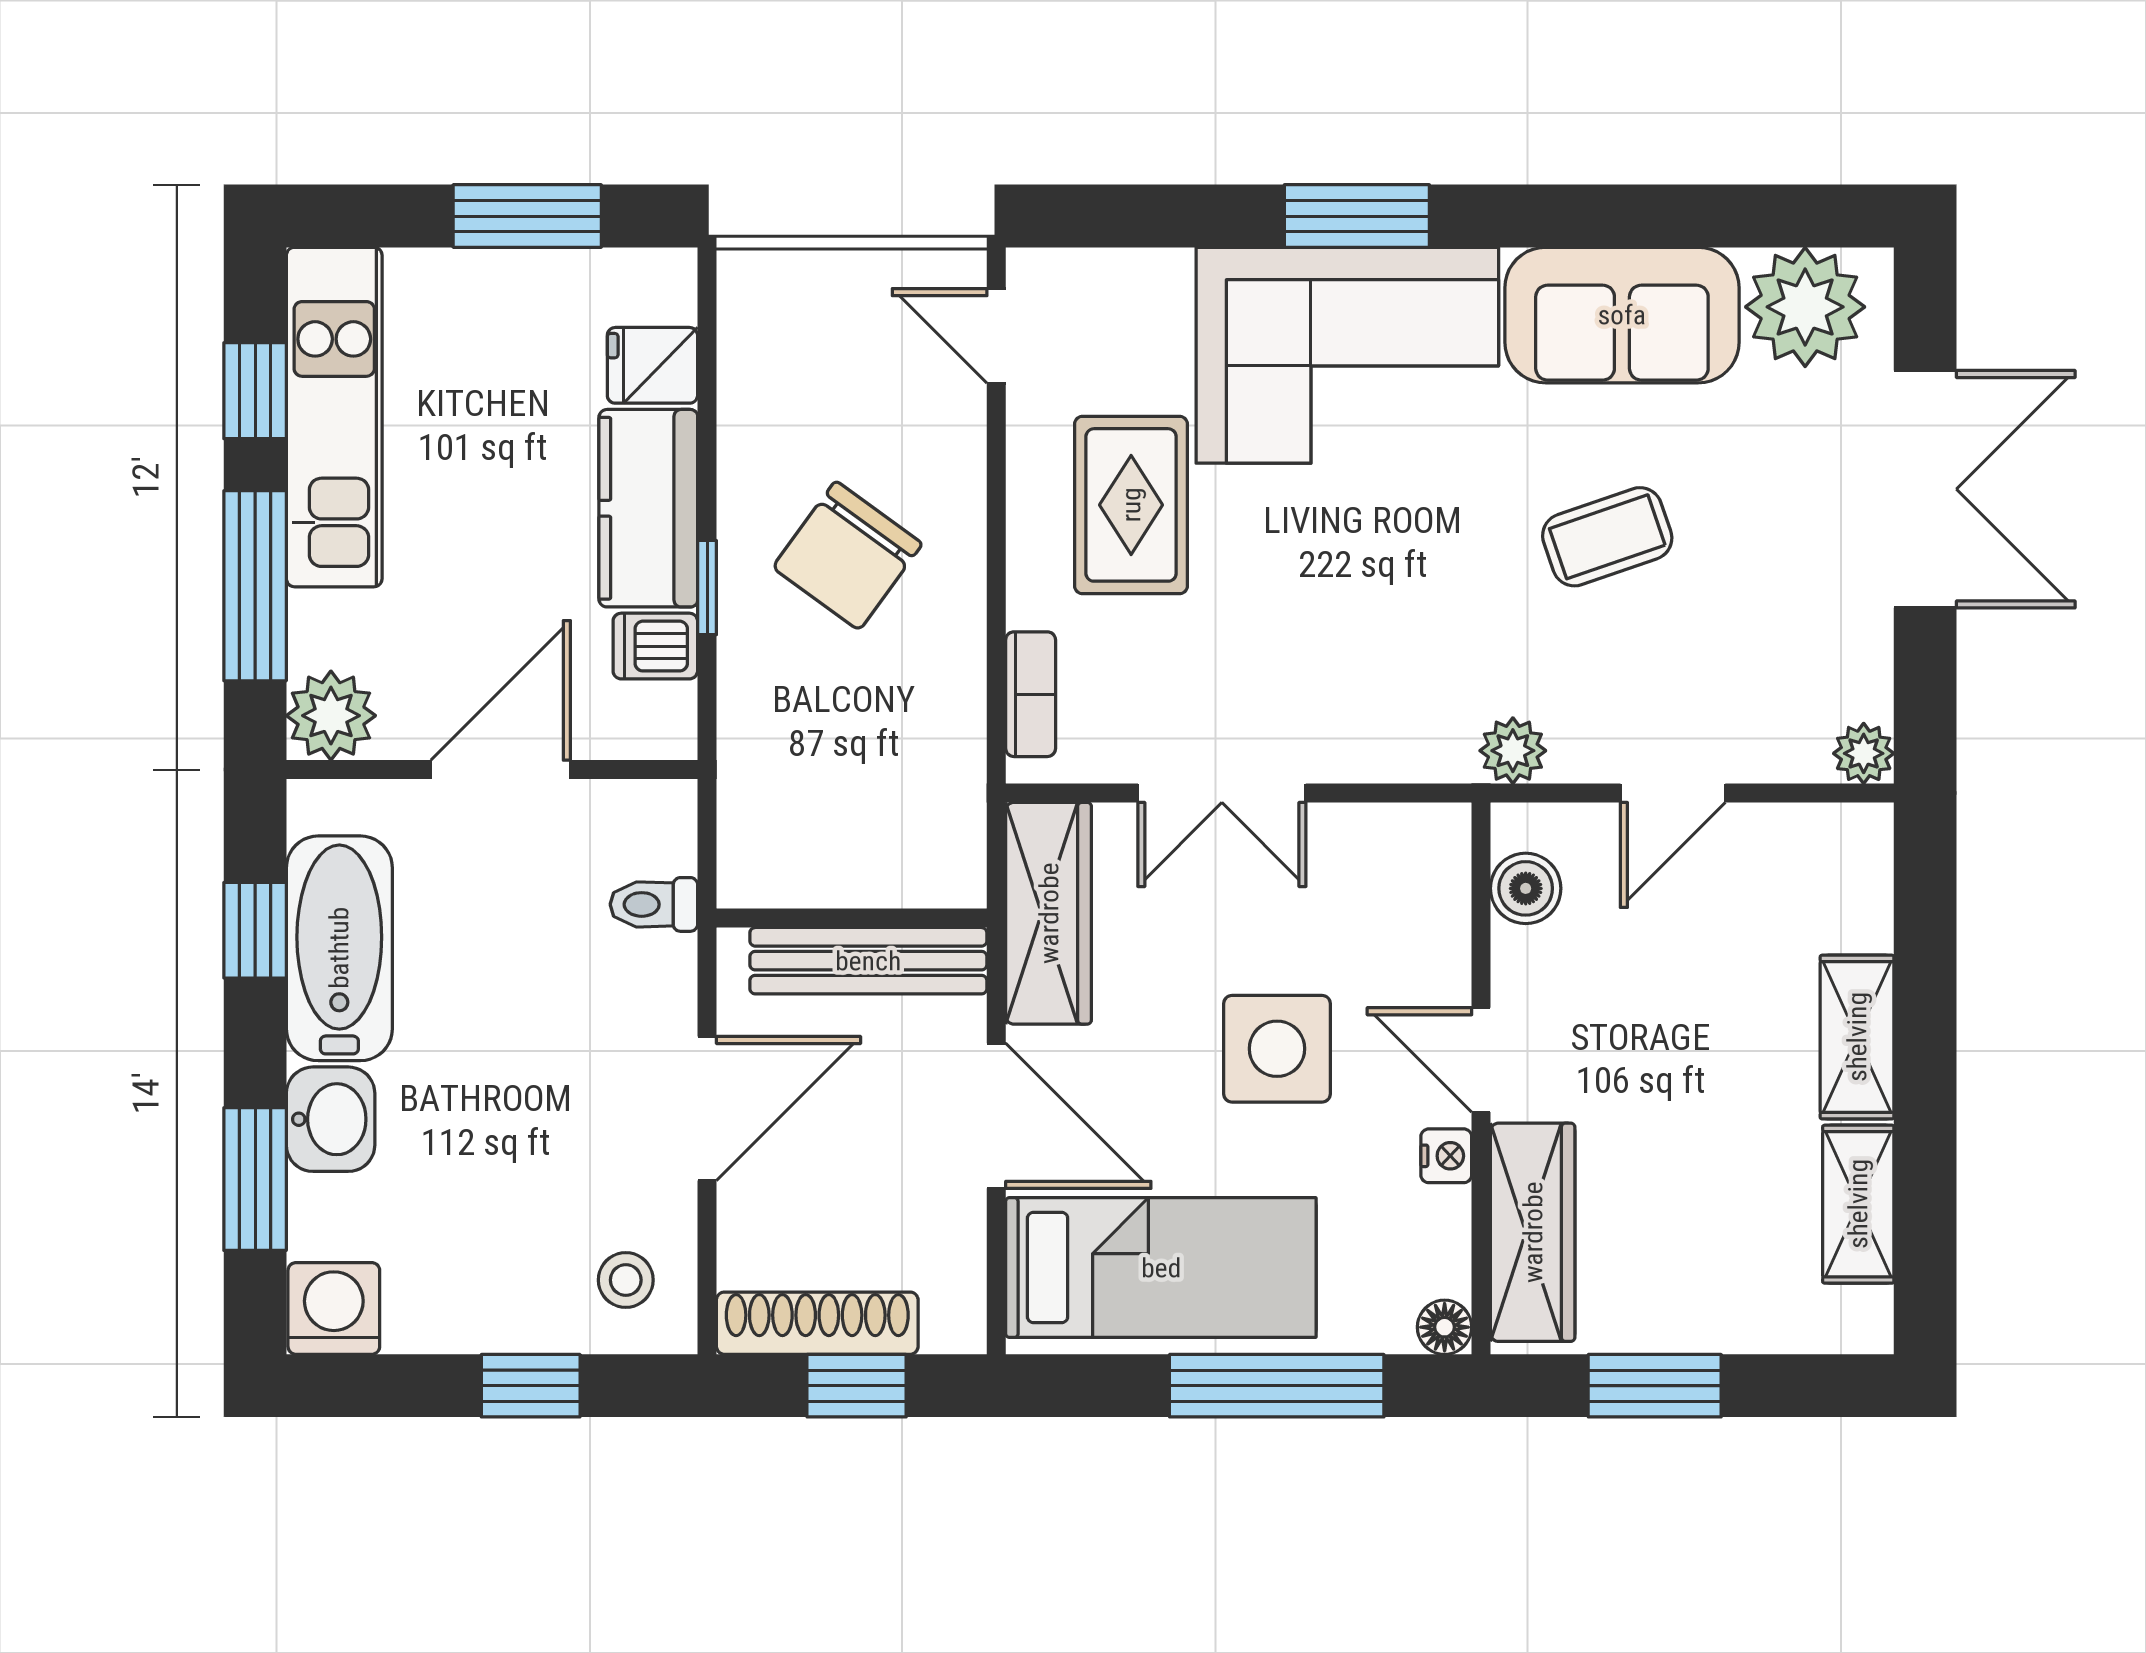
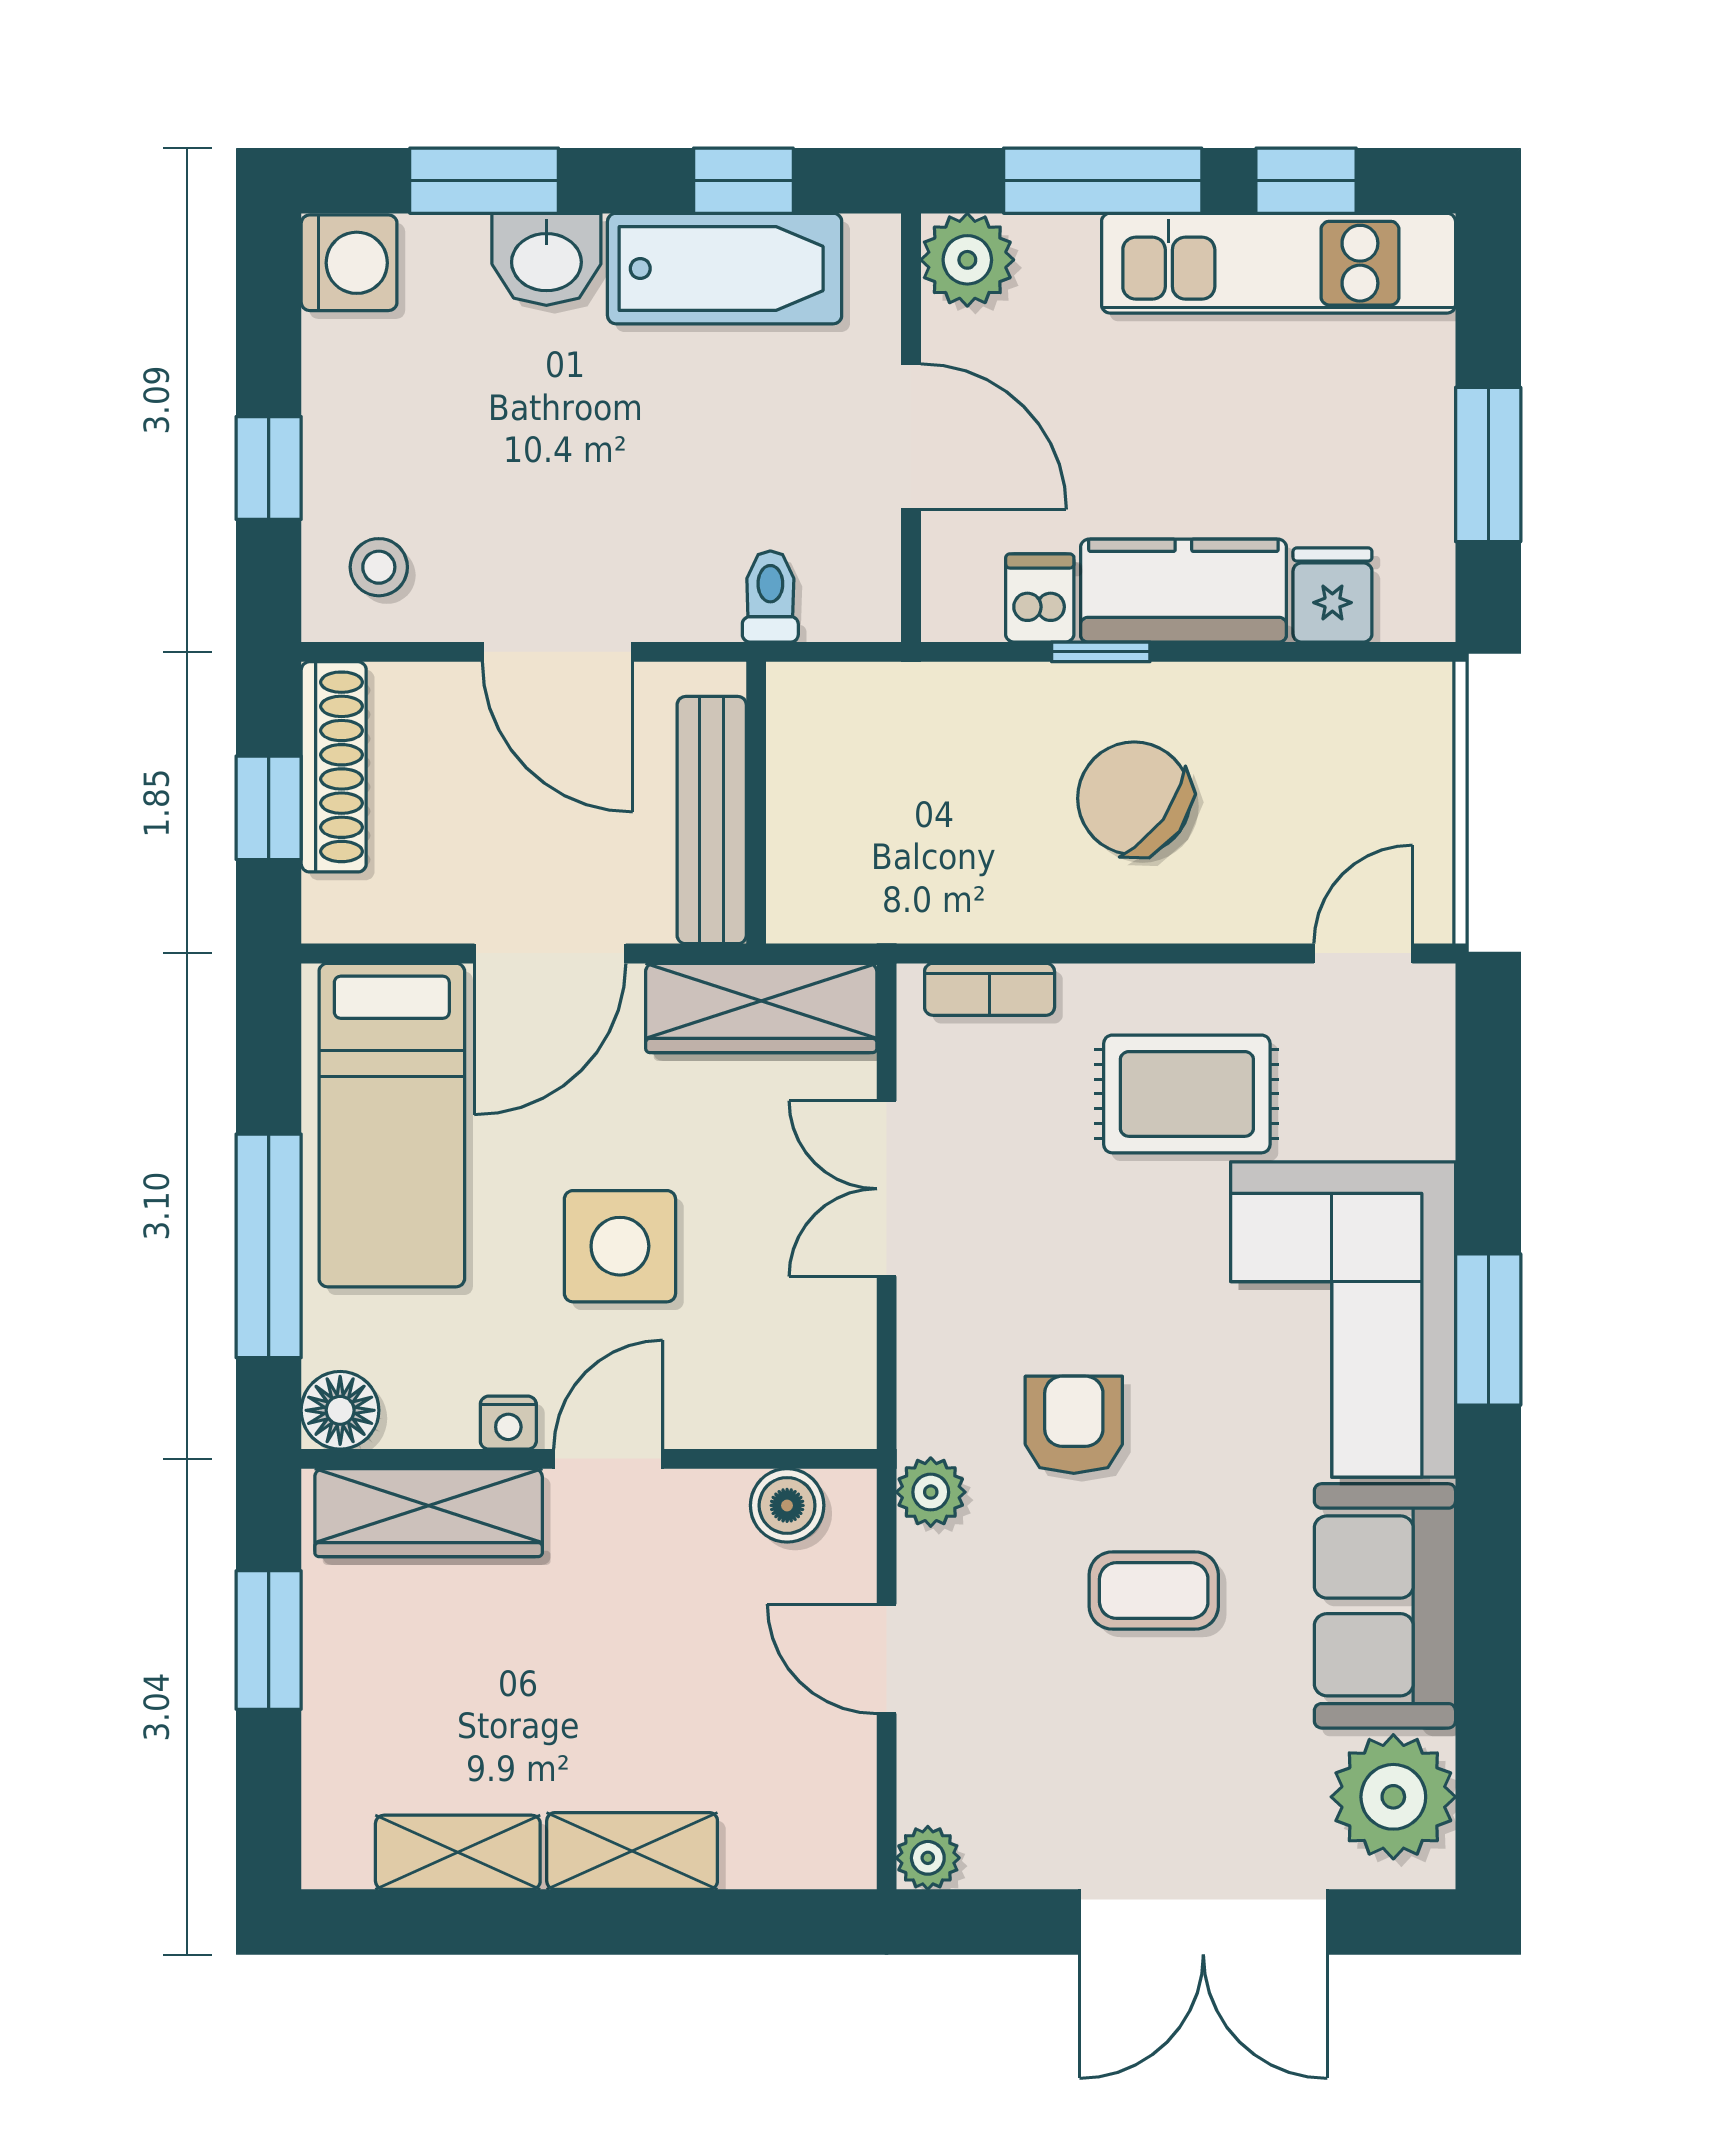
coffee table: (1607, 537) -> (1154, 1590), turned -71
armchair: (1448, 613) -> (1074, 1425), added
floor lamp: (1445, 1327) -> (340, 1410), width x1.37, depth x1.37

